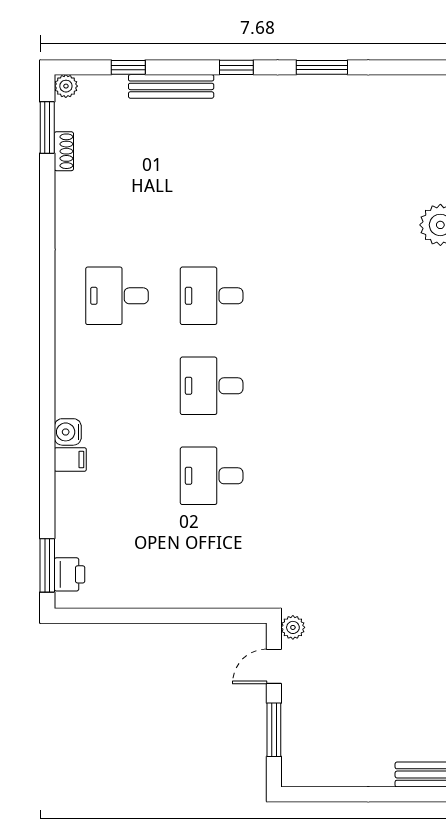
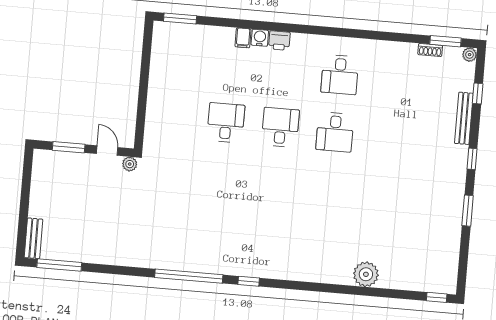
desk: (117, 296) -> (340, 75), turned 180
desk: (212, 296) -> (335, 132), turned 180
printer: (70, 574) -> (279, 41), moved

